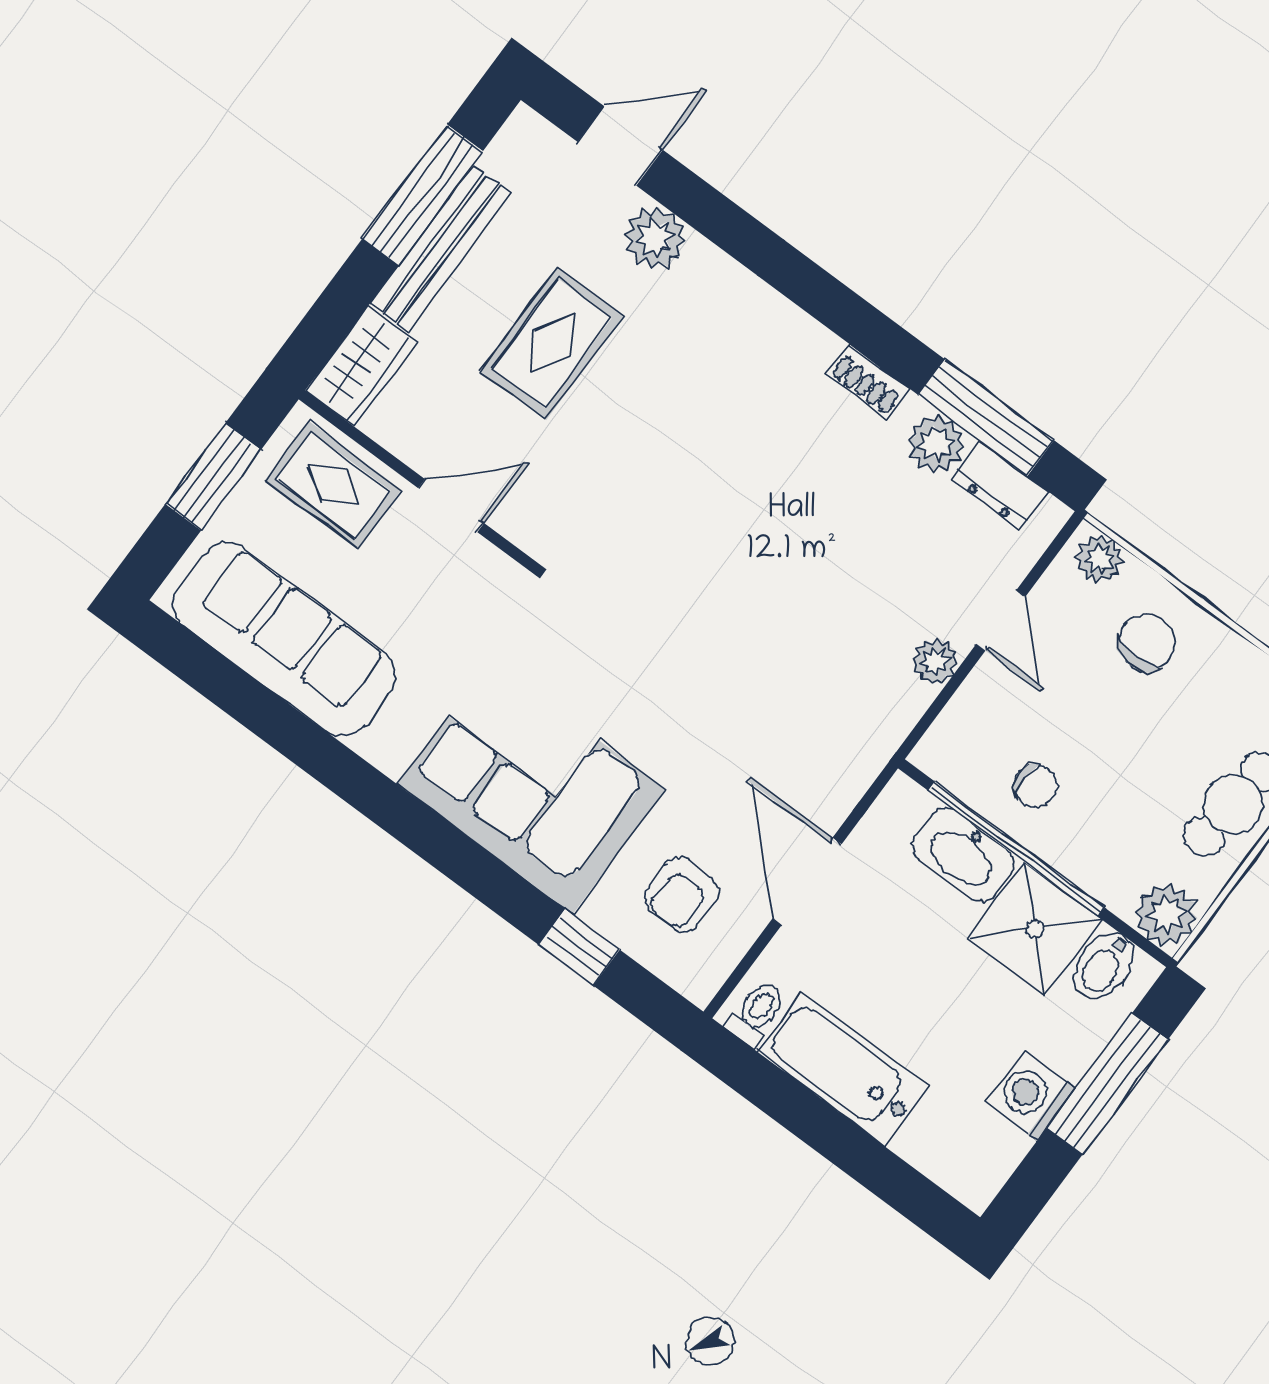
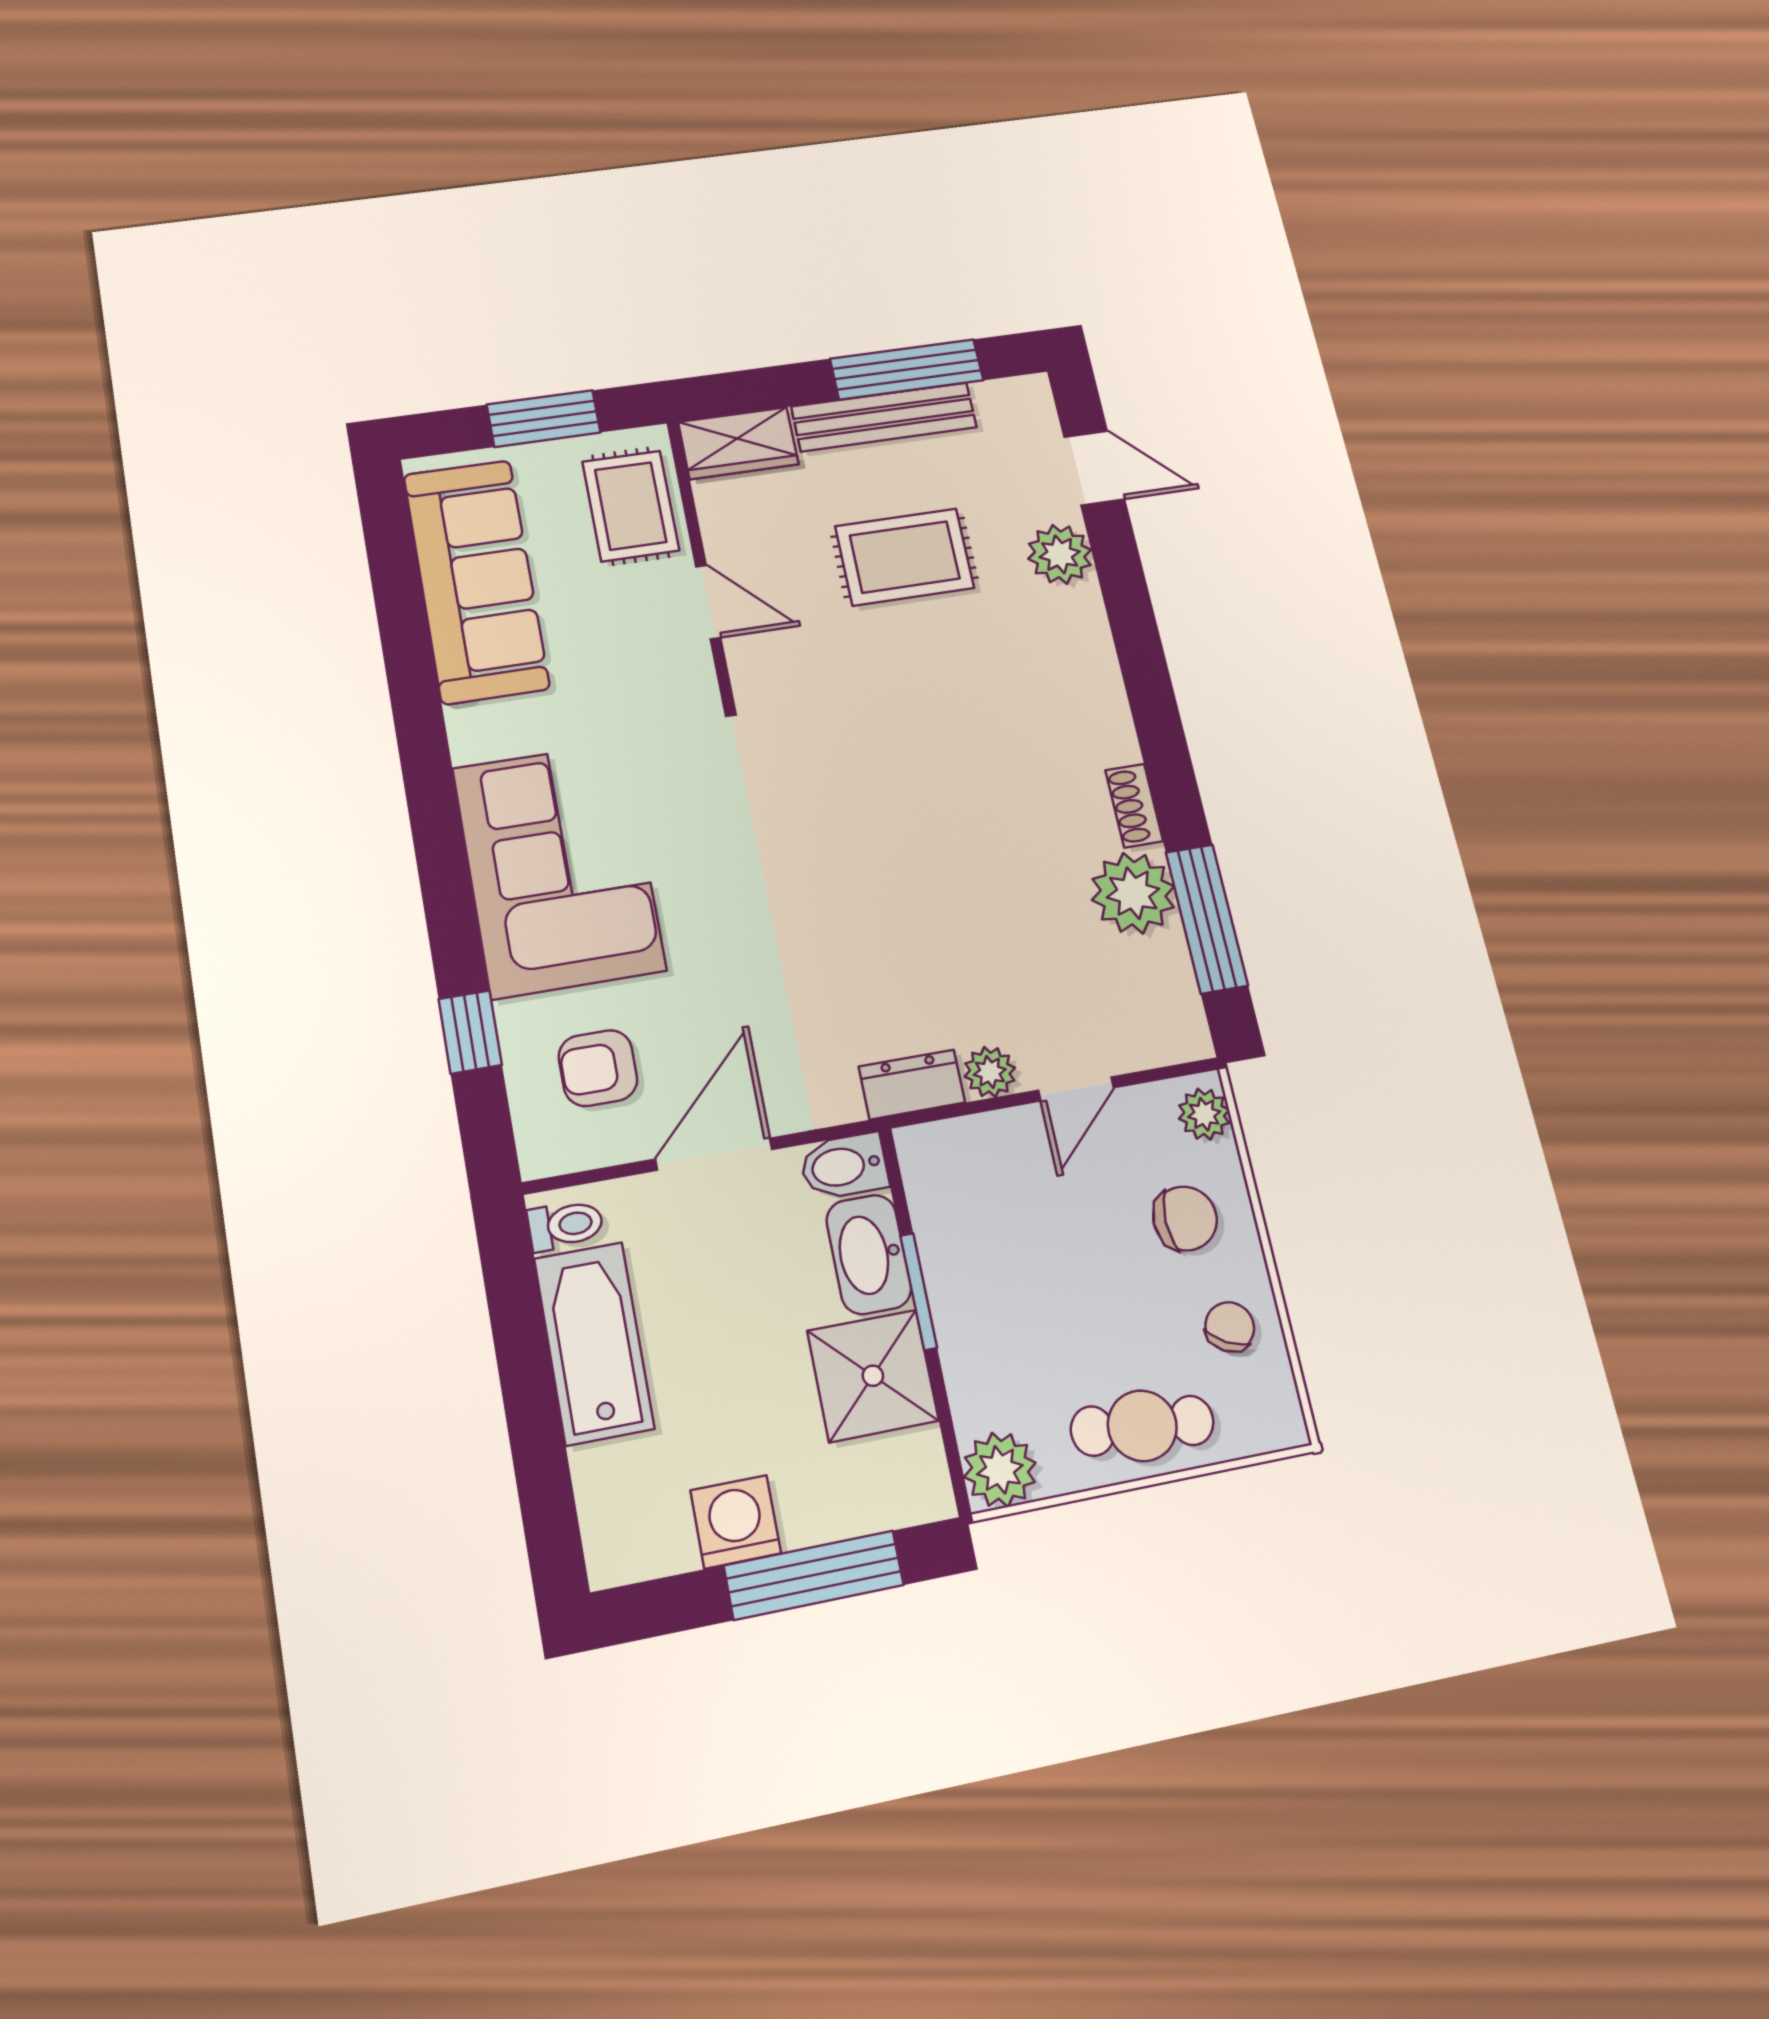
plant: (936, 444) -> (1133, 893), width x1.36, depth x1.36
dresser: (1000, 486) -> (912, 1085), moved, turned 90
chair: (1035, 786) -> (1230, 1327), moved, turned -152
window: (1016, 849) -> (919, 1292), width x0.47
bidet: (1104, 966) -> (844, 1166), moved

